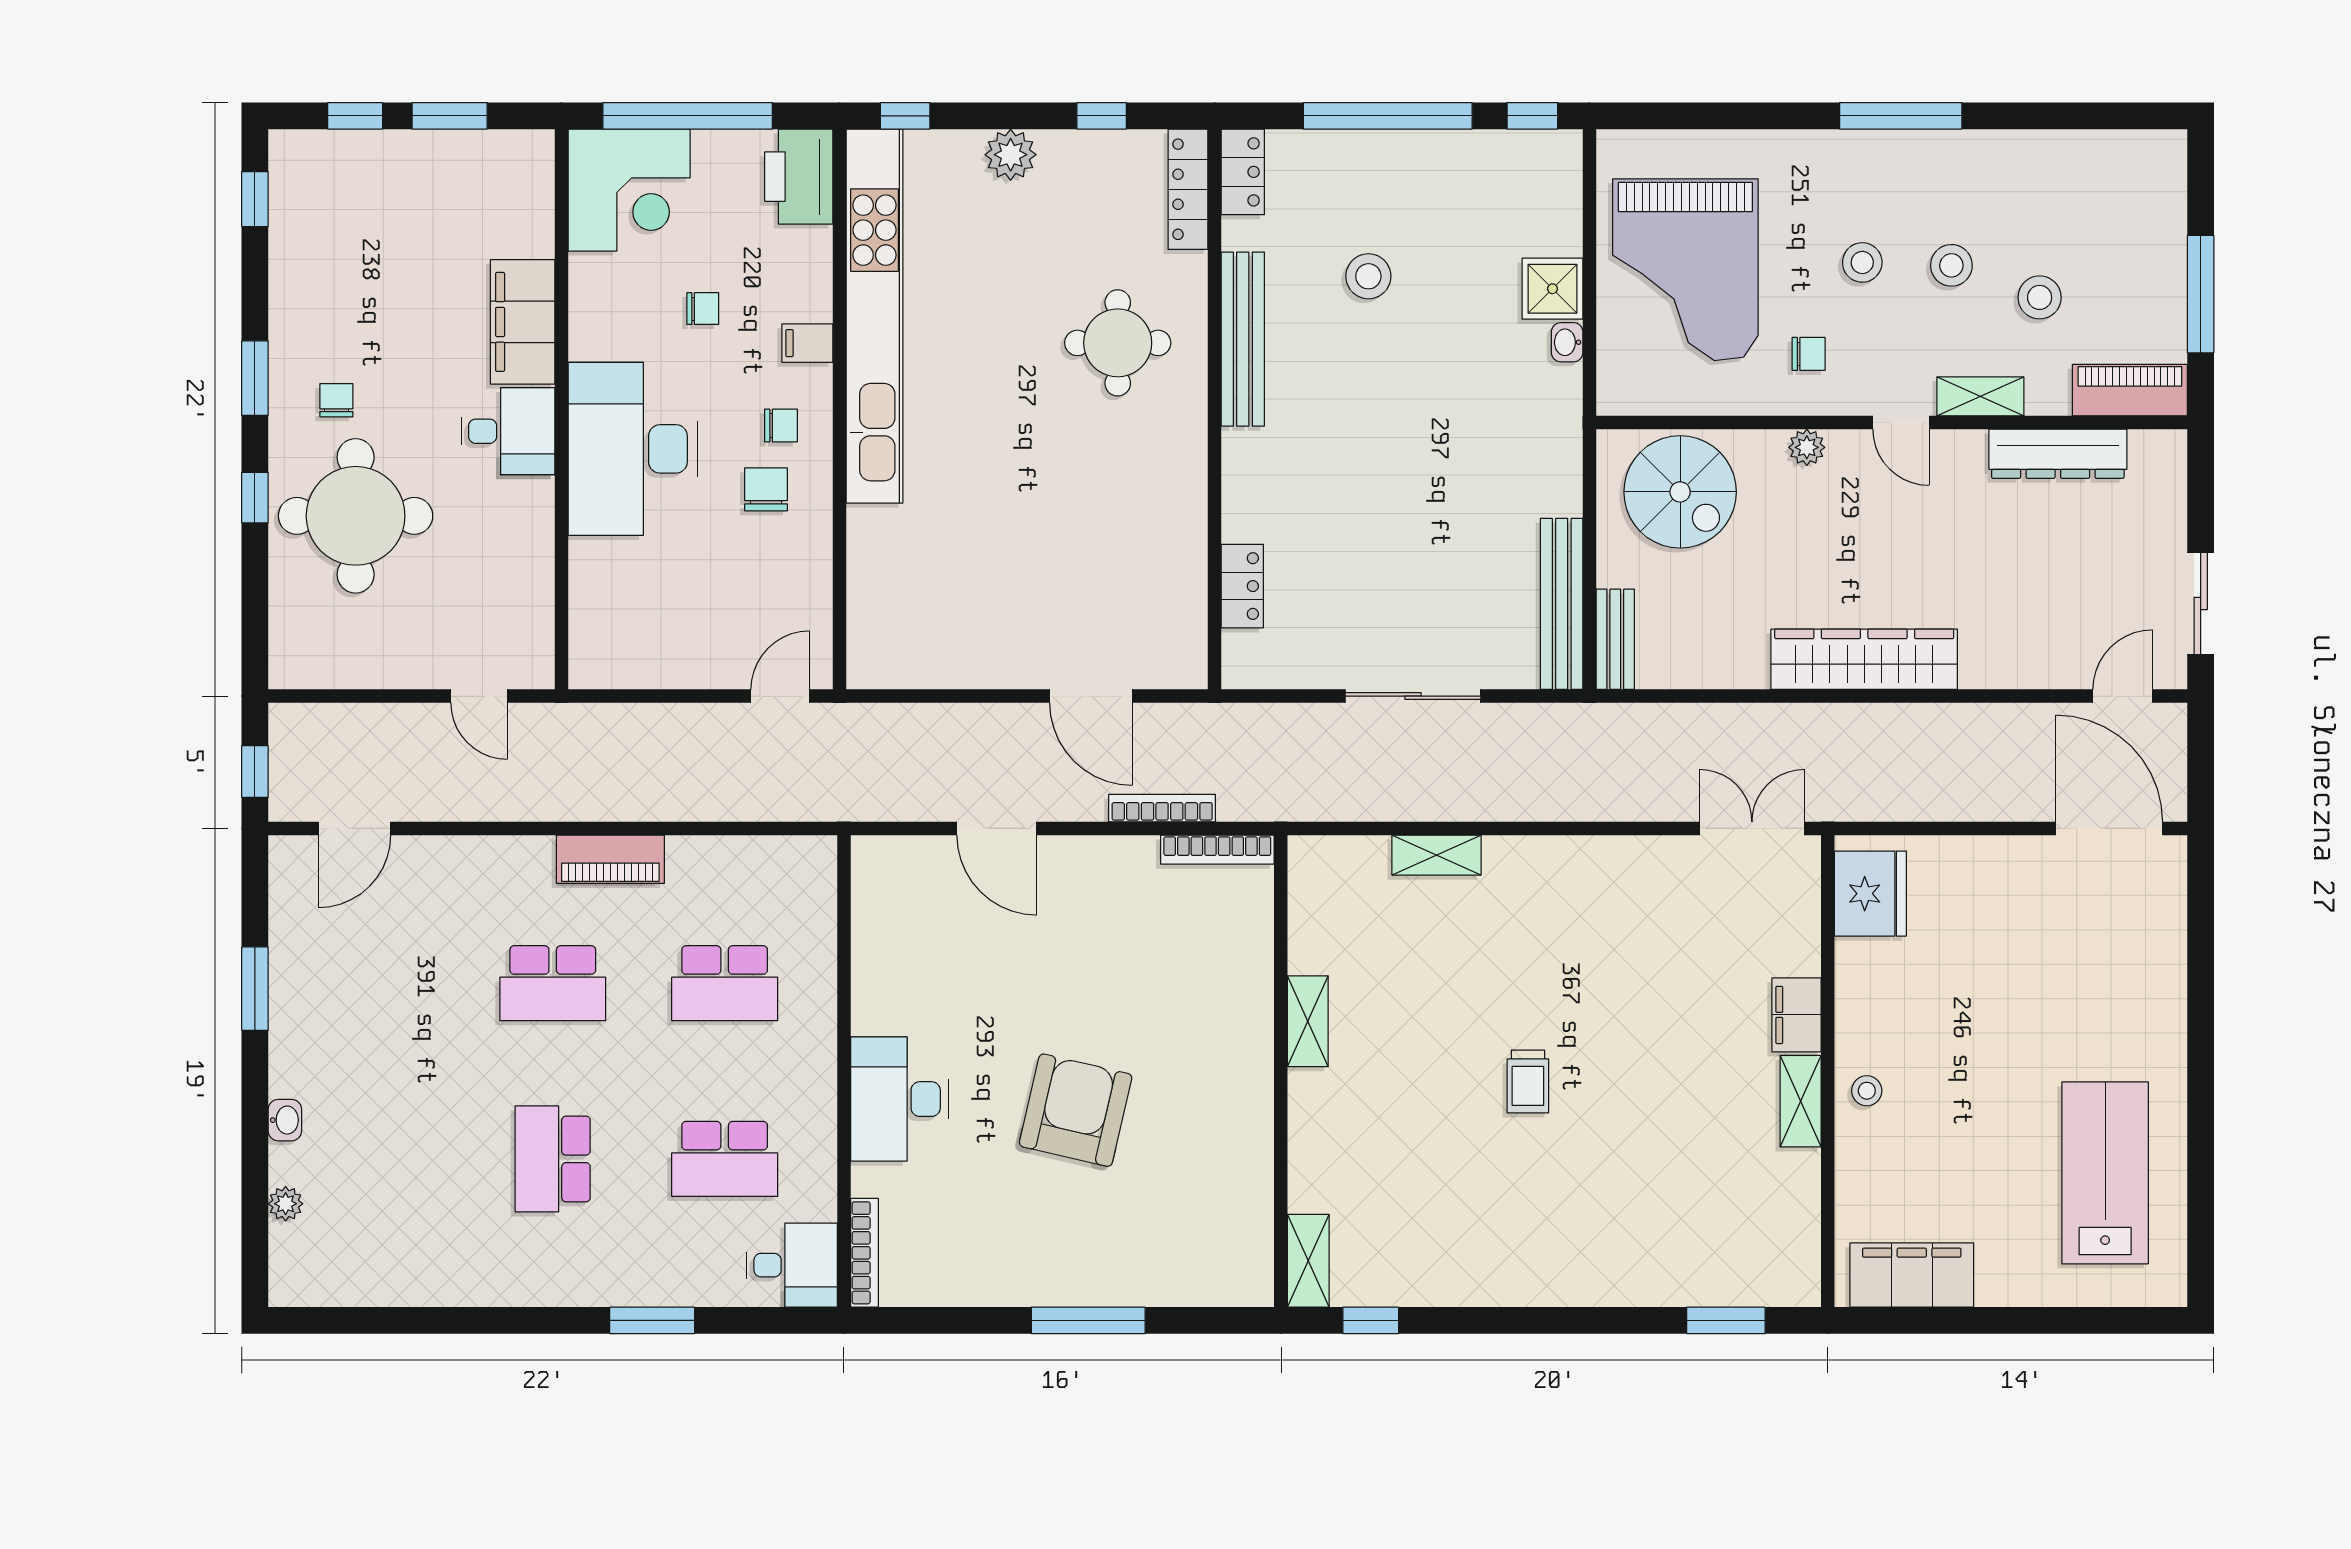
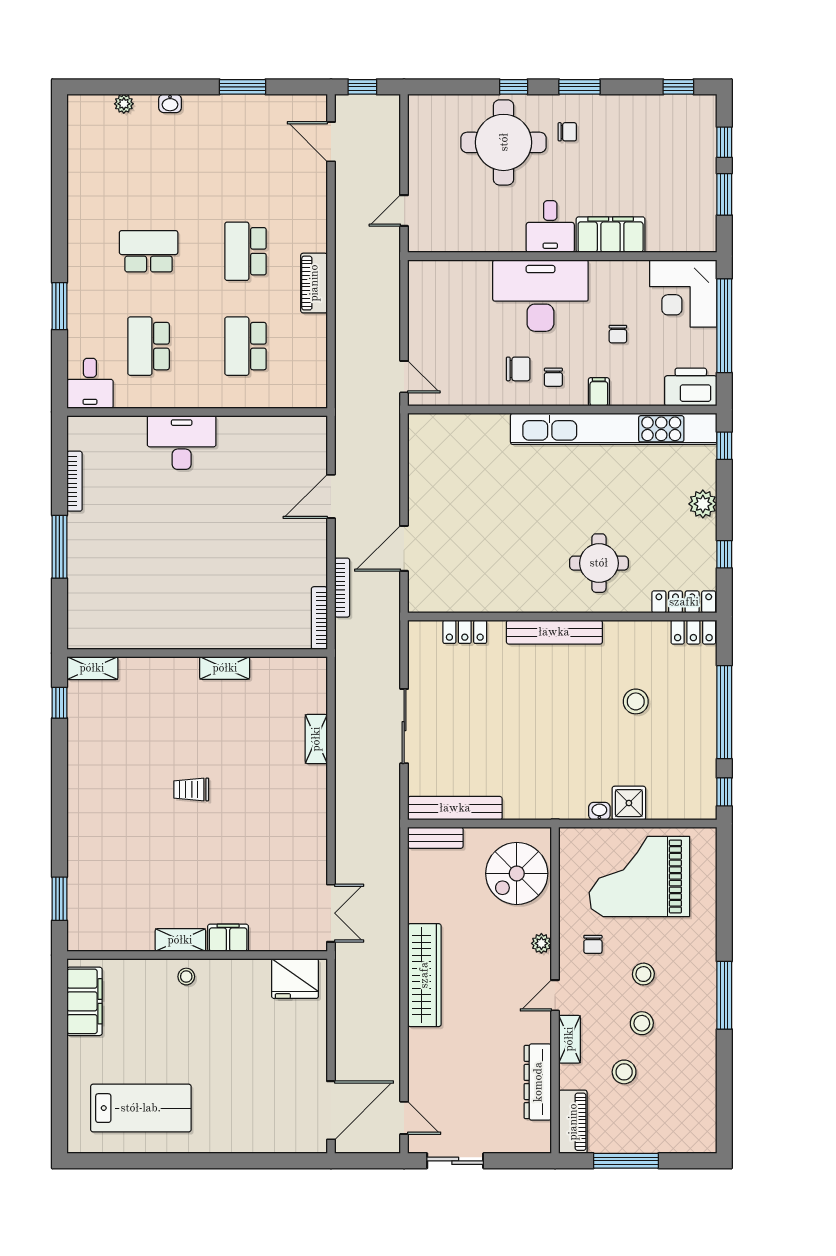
bench: (1243, 339) -> (554, 632), moved
armchair: (1076, 1110) -> (175, 540), removed
bookcase: (864, 1253) -> (74, 481), moved, turned -90

